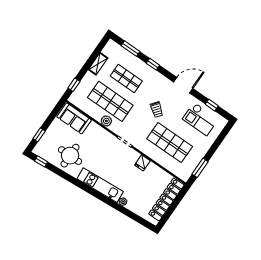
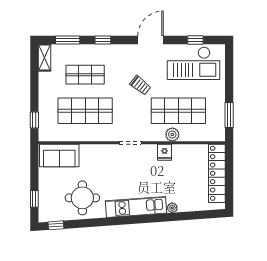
shelving: (98, 64) -> (44, 58), moved
checkout: (200, 119) -> (194, 63), width x1.36, depth x1.21
plant: (106, 121) -> (172, 134), moved

